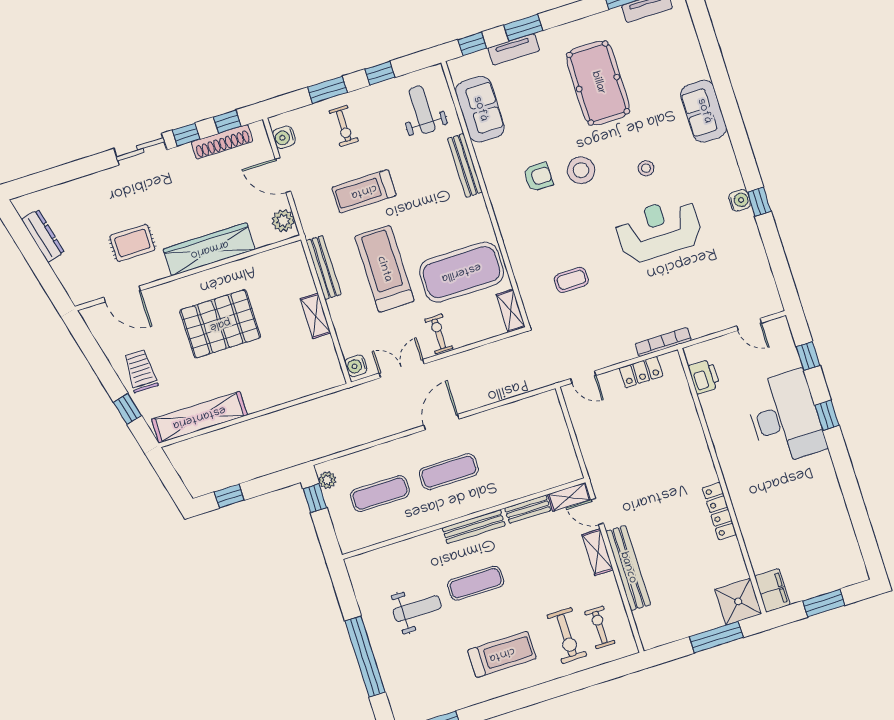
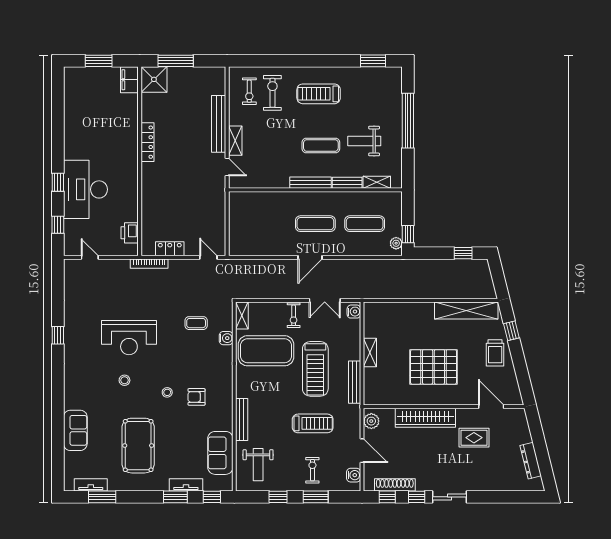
sofa: (704, 111) -> (75, 430), moved
stool: (581, 170) -> (167, 392), width x0.53, depth x0.53
water cooler: (740, 200) -> (226, 338), moved, turned 180
shelving: (569, 497) -> (377, 182), moved
bench: (528, 509) -> (347, 183), moved

